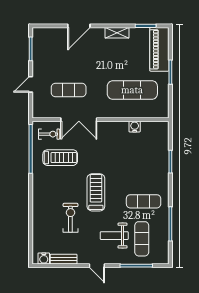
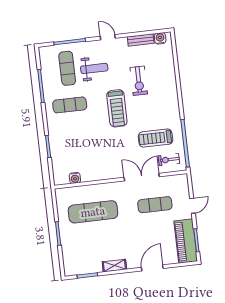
piano: (159, 49) -> (186, 241), moved, turned 180
water cooler: (135, 127) -> (75, 178), moved

